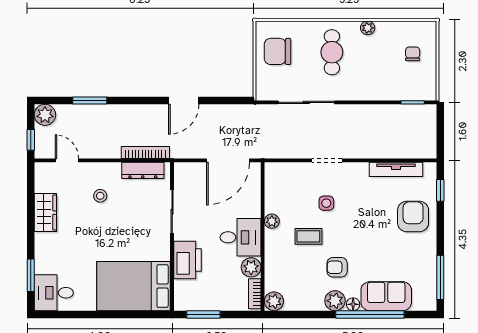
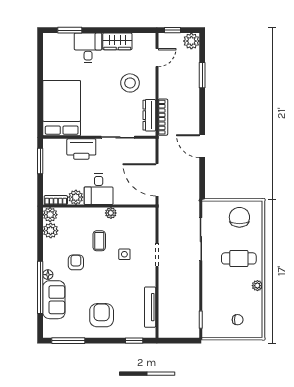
stool: (100, 196) -> (130, 83), width x1.89, depth x1.89
armchair: (413, 217) -> (102, 315), moved, turned -90
desk: (54, 293) -> (88, 48), moved
plant: (335, 301) -> (51, 231), moved

